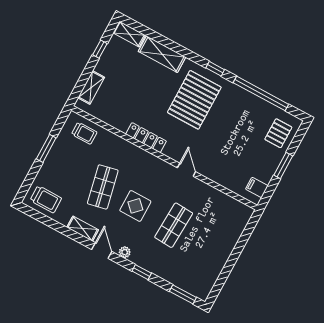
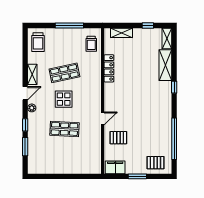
window: (215, 69) -> (174, 87), moved
pallet: (194, 100) -> (118, 138), moved, width x0.49, depth x0.50
locker: (146, 138) -> (109, 68), moved
window: (46, 148) -> (69, 25), width x1.44
filing cabinet: (257, 187) -> (115, 167), width x2.00
window: (183, 294) -> (25, 147), moved

